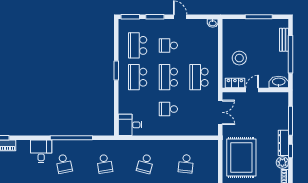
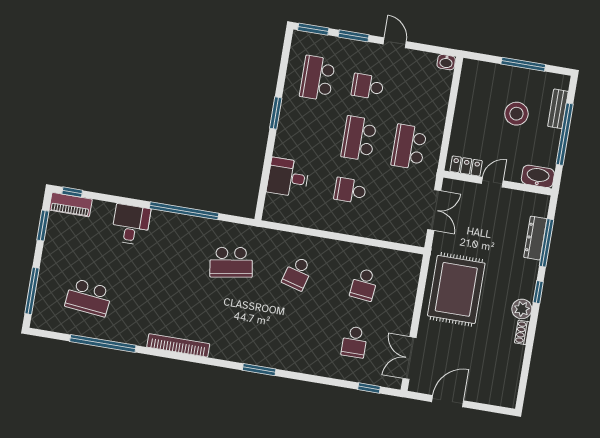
stool: (239, 58) -> (516, 114), moved
school desk: (138, 77) -> (309, 130), removed
desk: (130, 125) -> (288, 178), moved
dresser: (283, 143) -> (535, 238), moved
school desk: (64, 164) -> (165, 251), removed
school desk: (105, 164) -> (231, 262), width x1.85

